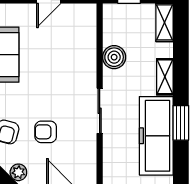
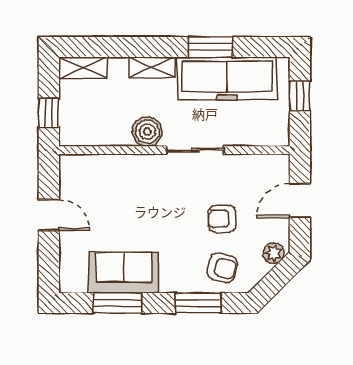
boiler: (114, 57) -> (147, 132), moved
armchair: (46, 132) -> (222, 219), turned 89

